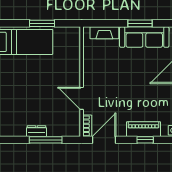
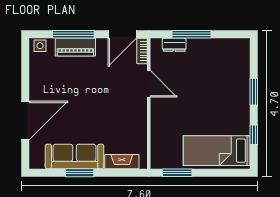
window: (42, 23) -> (177, 173), moved
dresser: (36, 131) -> (174, 45), moved
window: (145, 140) -> (73, 34), width x2.17

